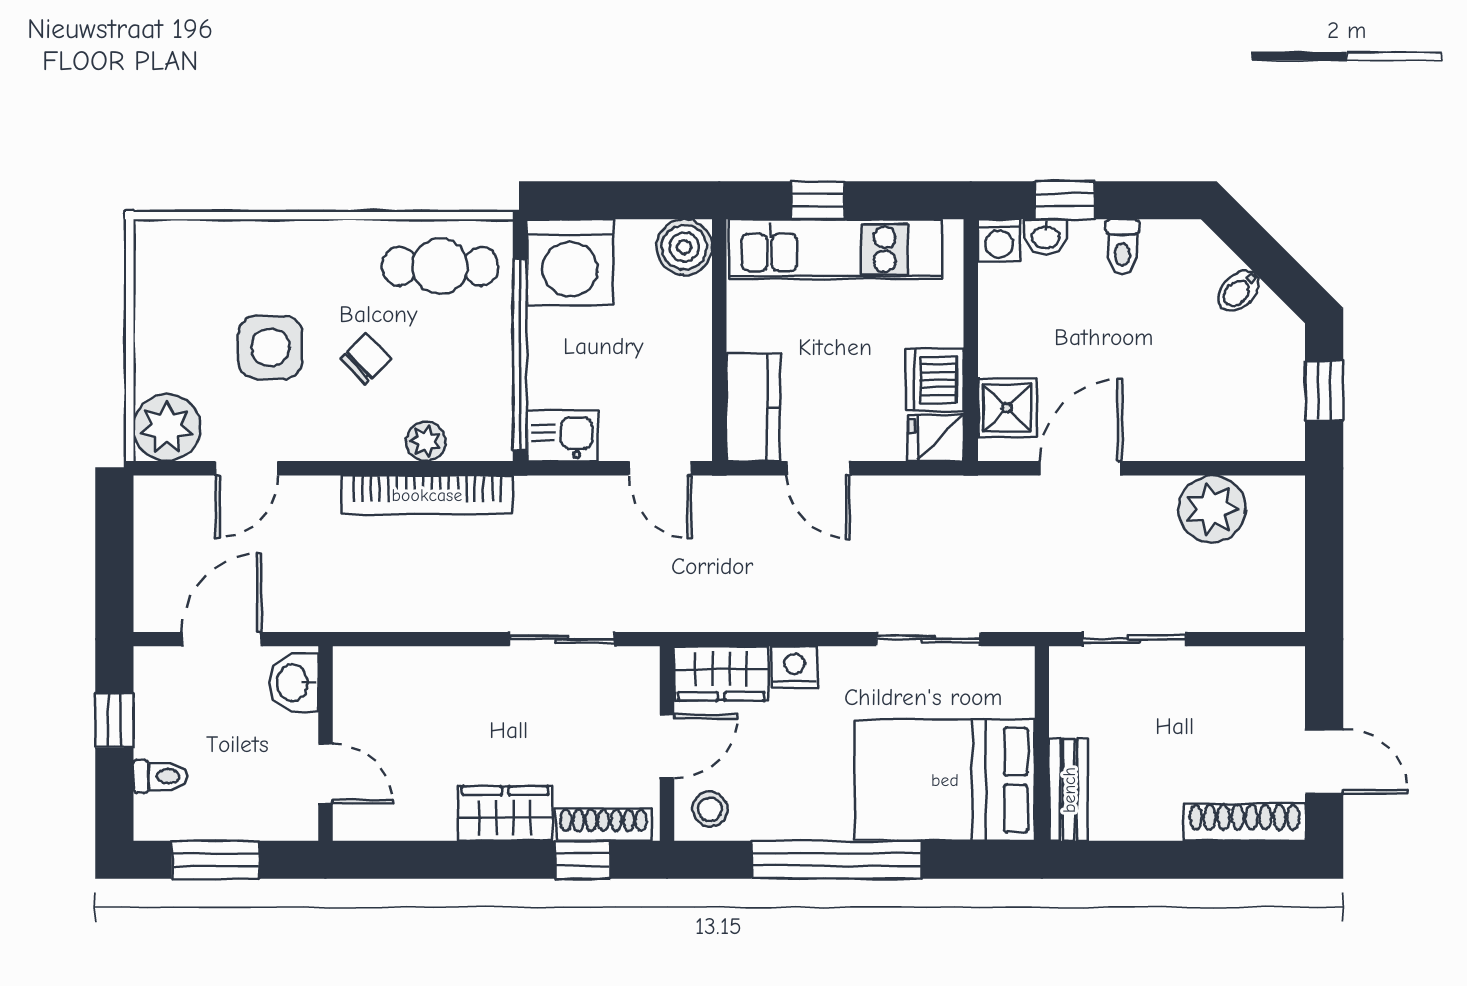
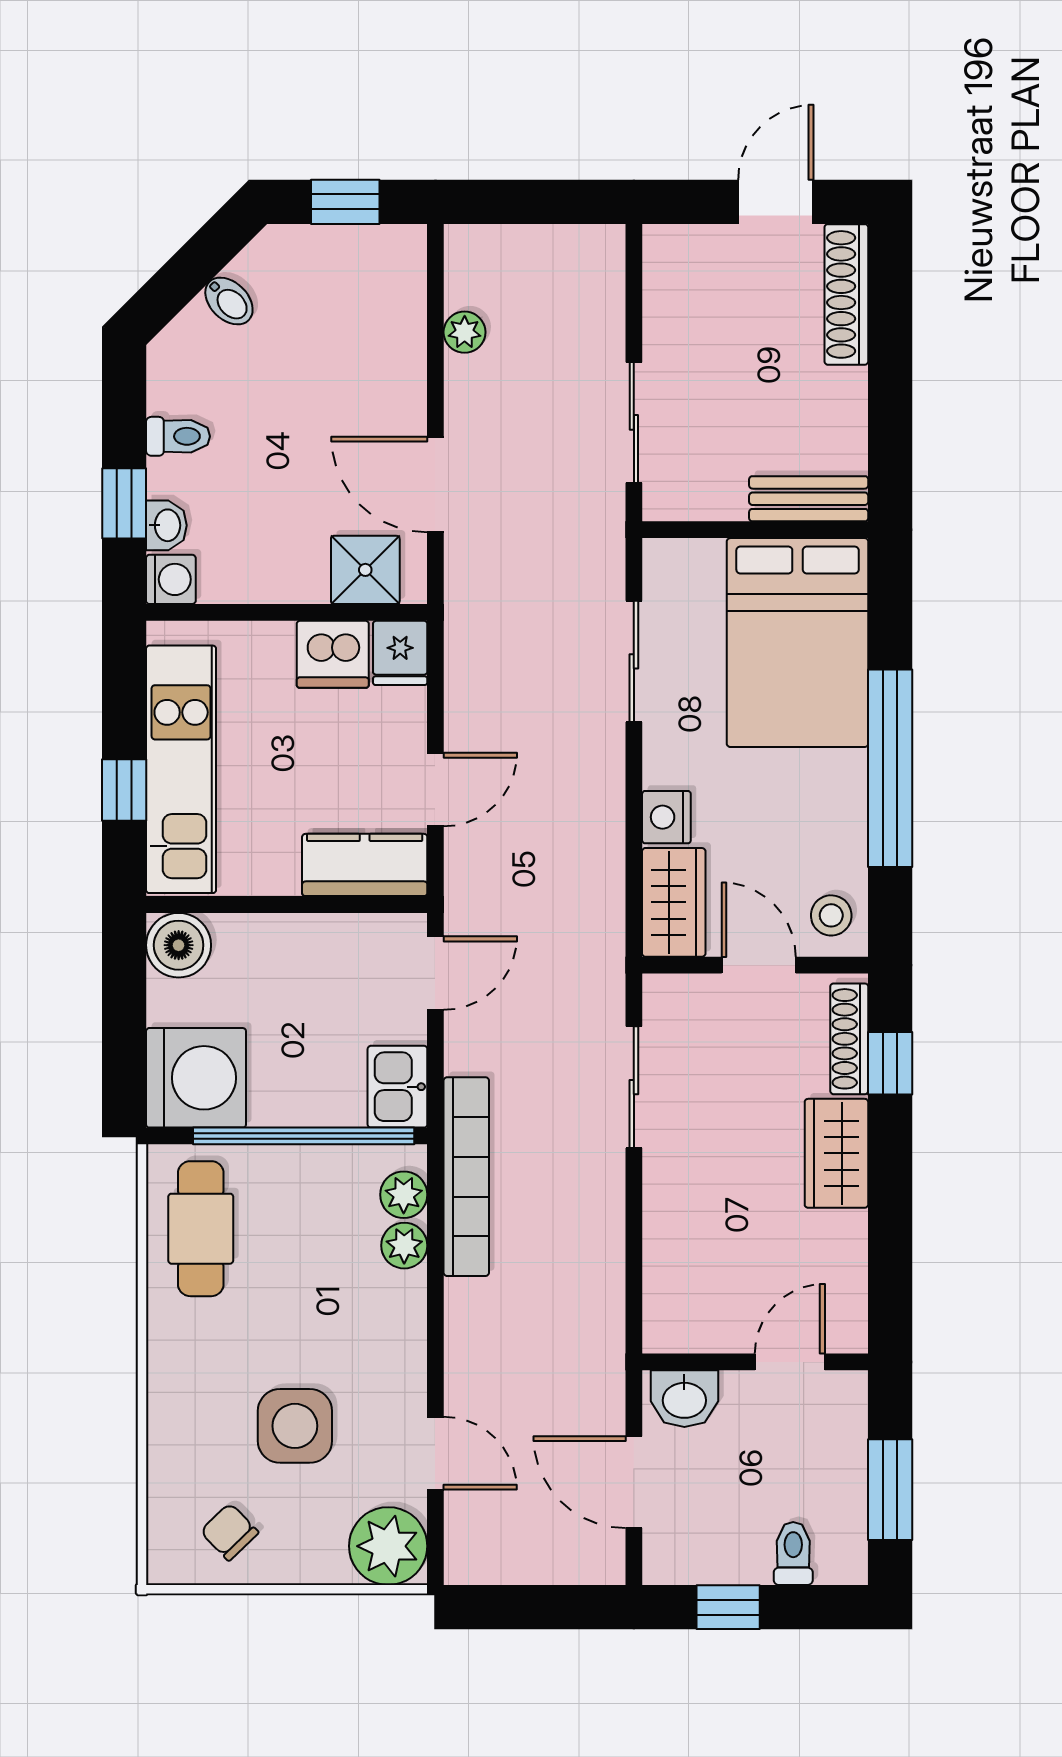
chair: (366, 358) -> (229, 1532), moved
plant: (469, 441) -> (404, 1195), added
bookcase: (427, 495) -> (466, 1177), moved
plant: (1212, 509) -> (465, 332), width x0.53, depth x0.53

